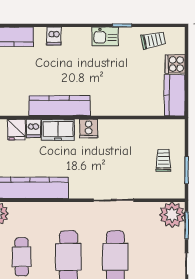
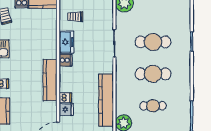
freezer: (58, 130) -> (66, 42), moved
trolley: (163, 160) -> (75, 17), moved

